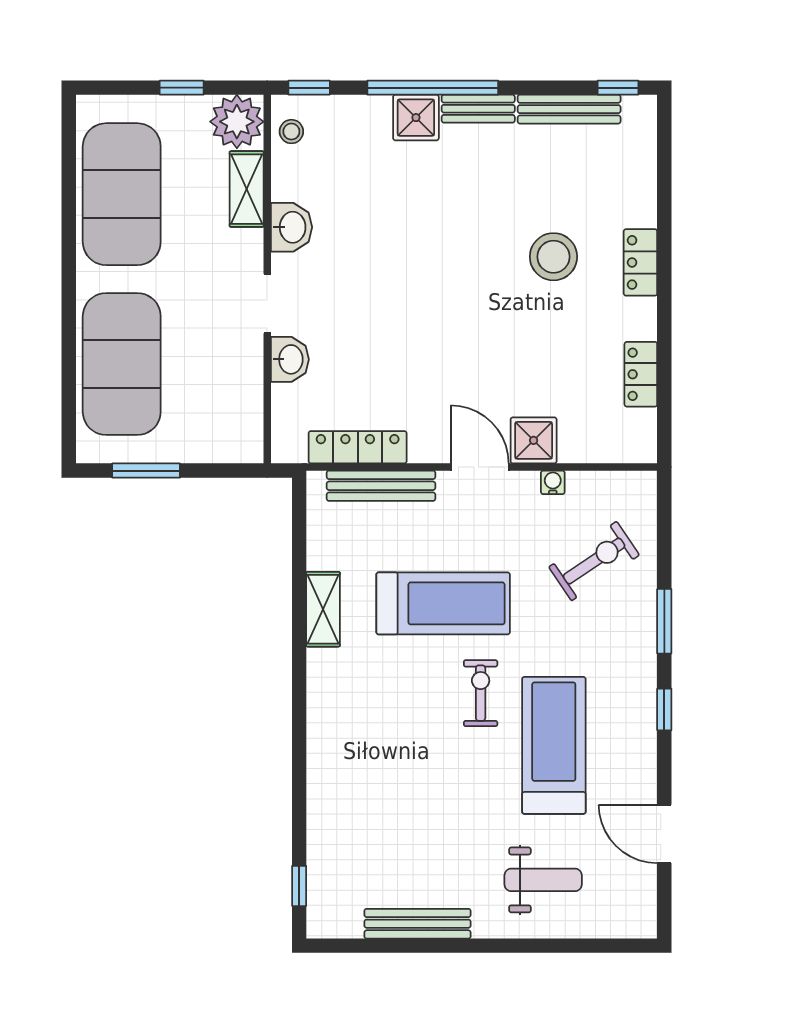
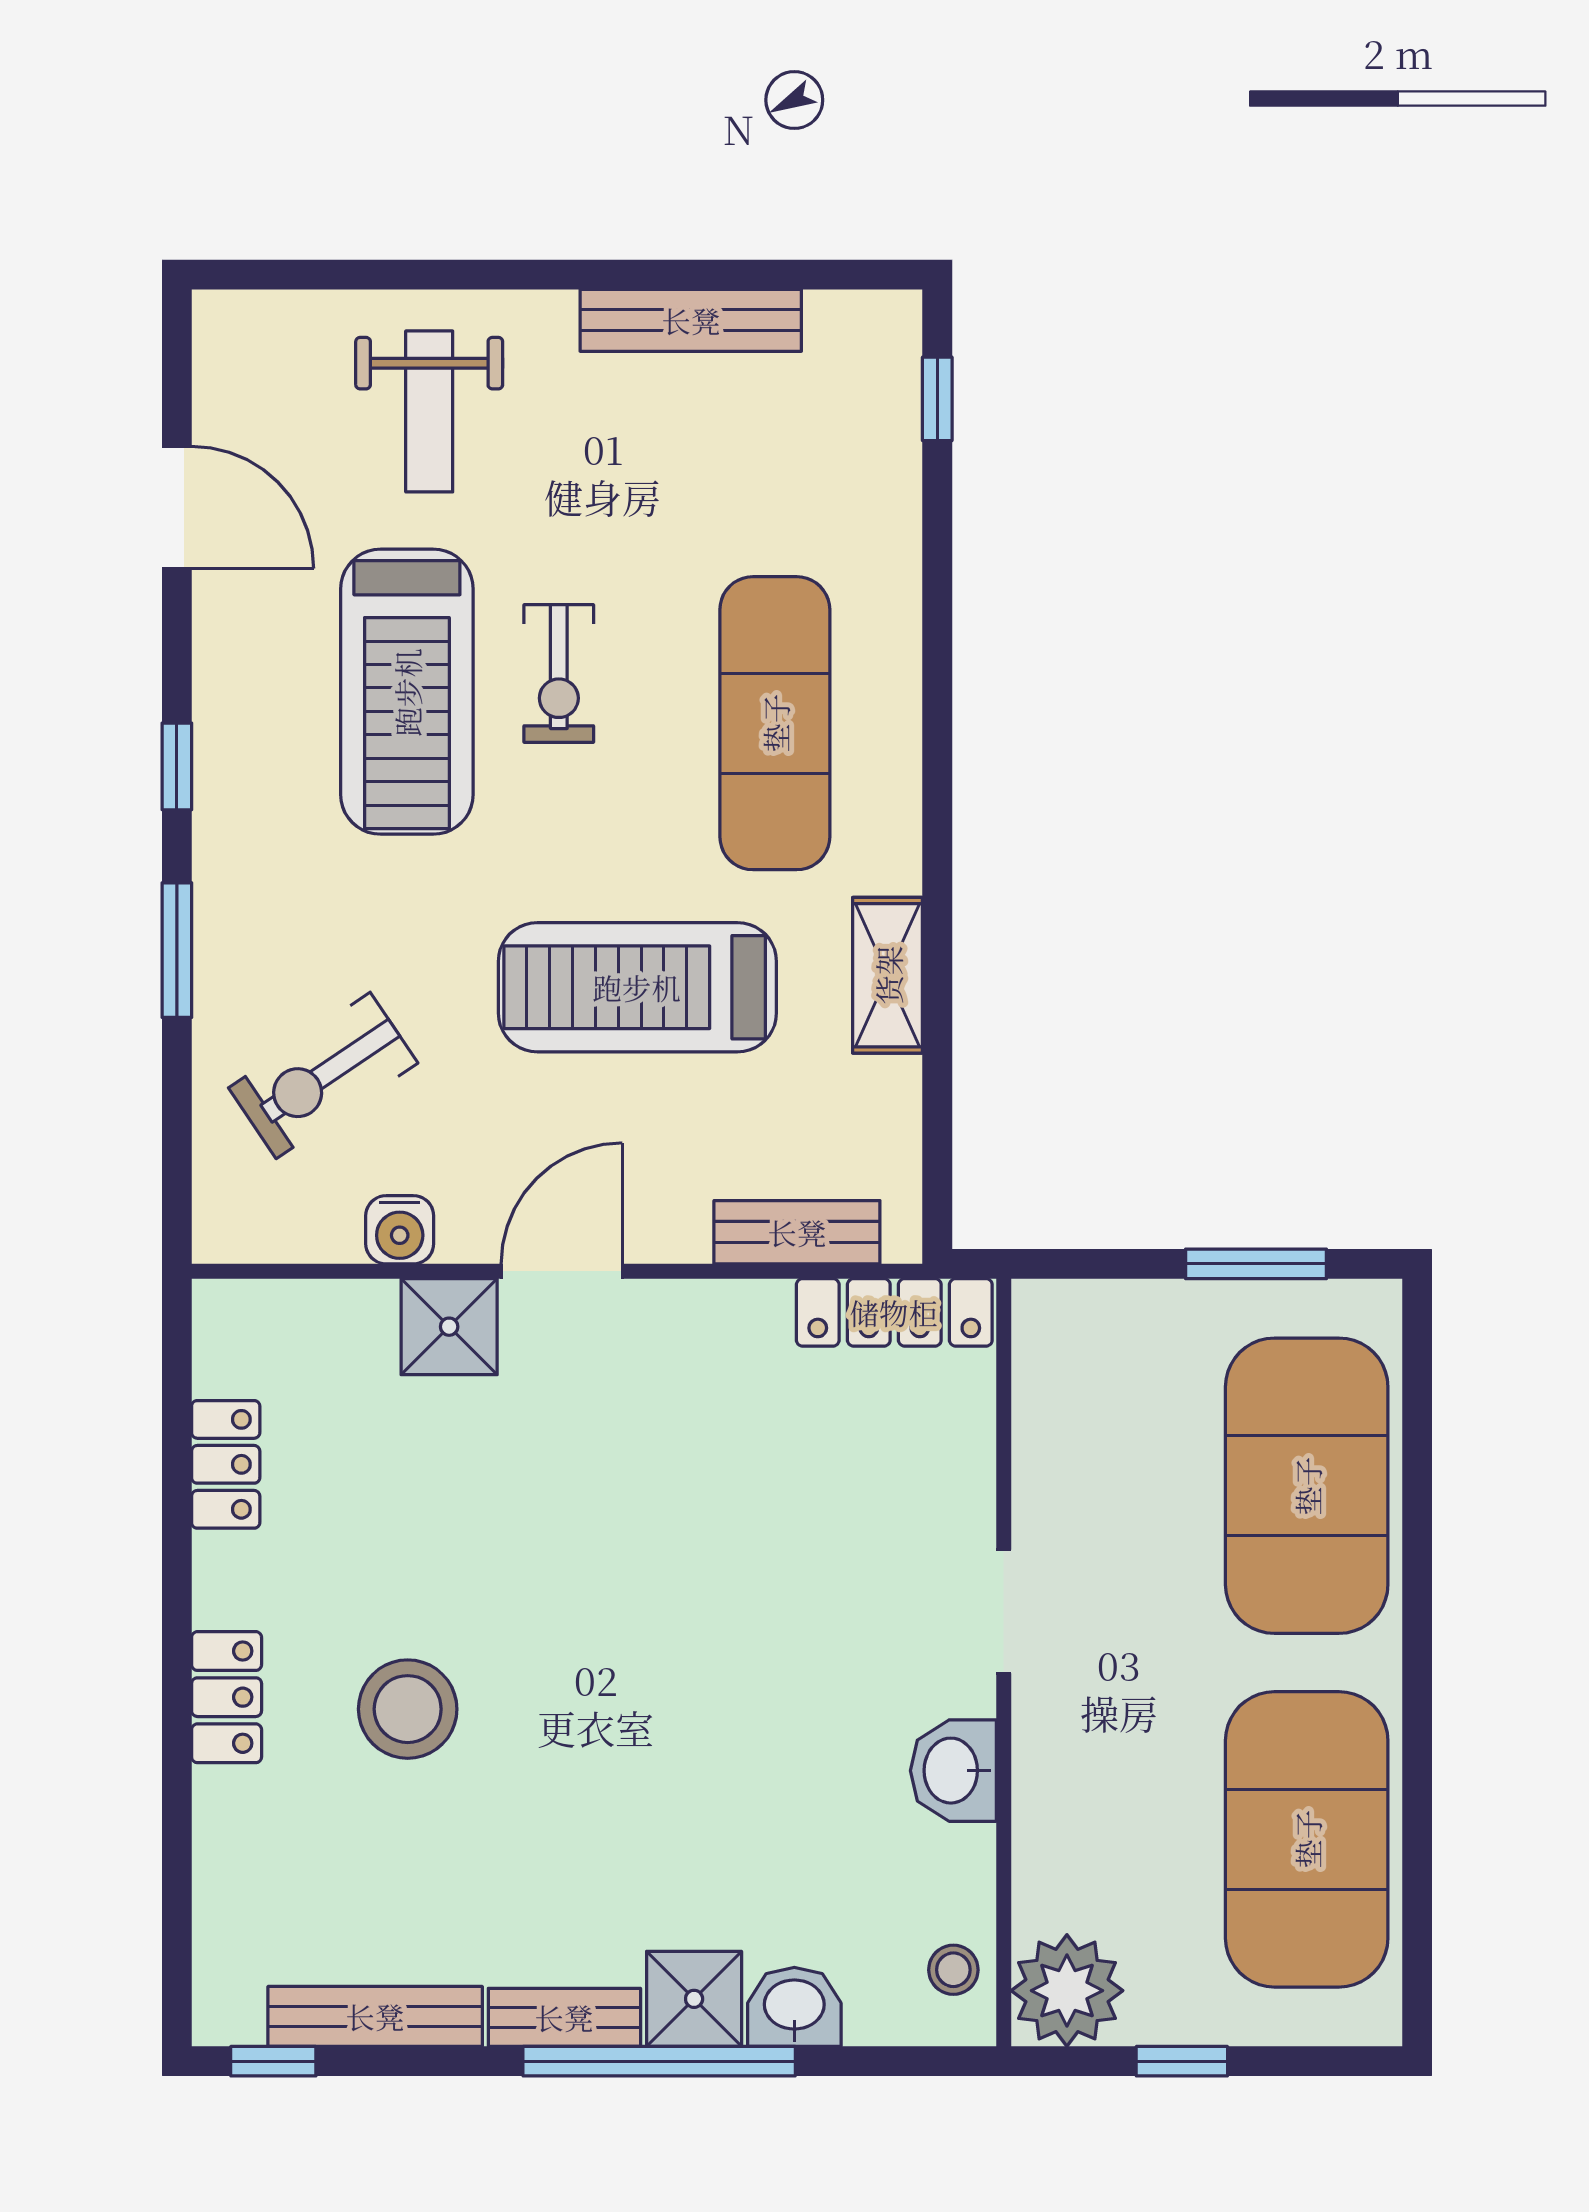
window: (309, 88) -> (916, 2061), removed
shelving: (247, 189) -> (1047, 1850), removed
washbasin: (290, 359) -> (794, 2007), moved, turned 90
locker: (358, 447) -> (894, 1312), moved
door: (480, 467) -> (562, 1271), swing flipped
water cooler: (553, 482) -> (400, 1230), width x1.38, depth x1.38
bench: (381, 486) -> (797, 1232), width x0.73
exercise bike: (481, 693) -> (559, 673), moved
exercise mat: (377, 730) -> (775, 723), added
weight bench: (543, 880) -> (429, 411), turned -90

